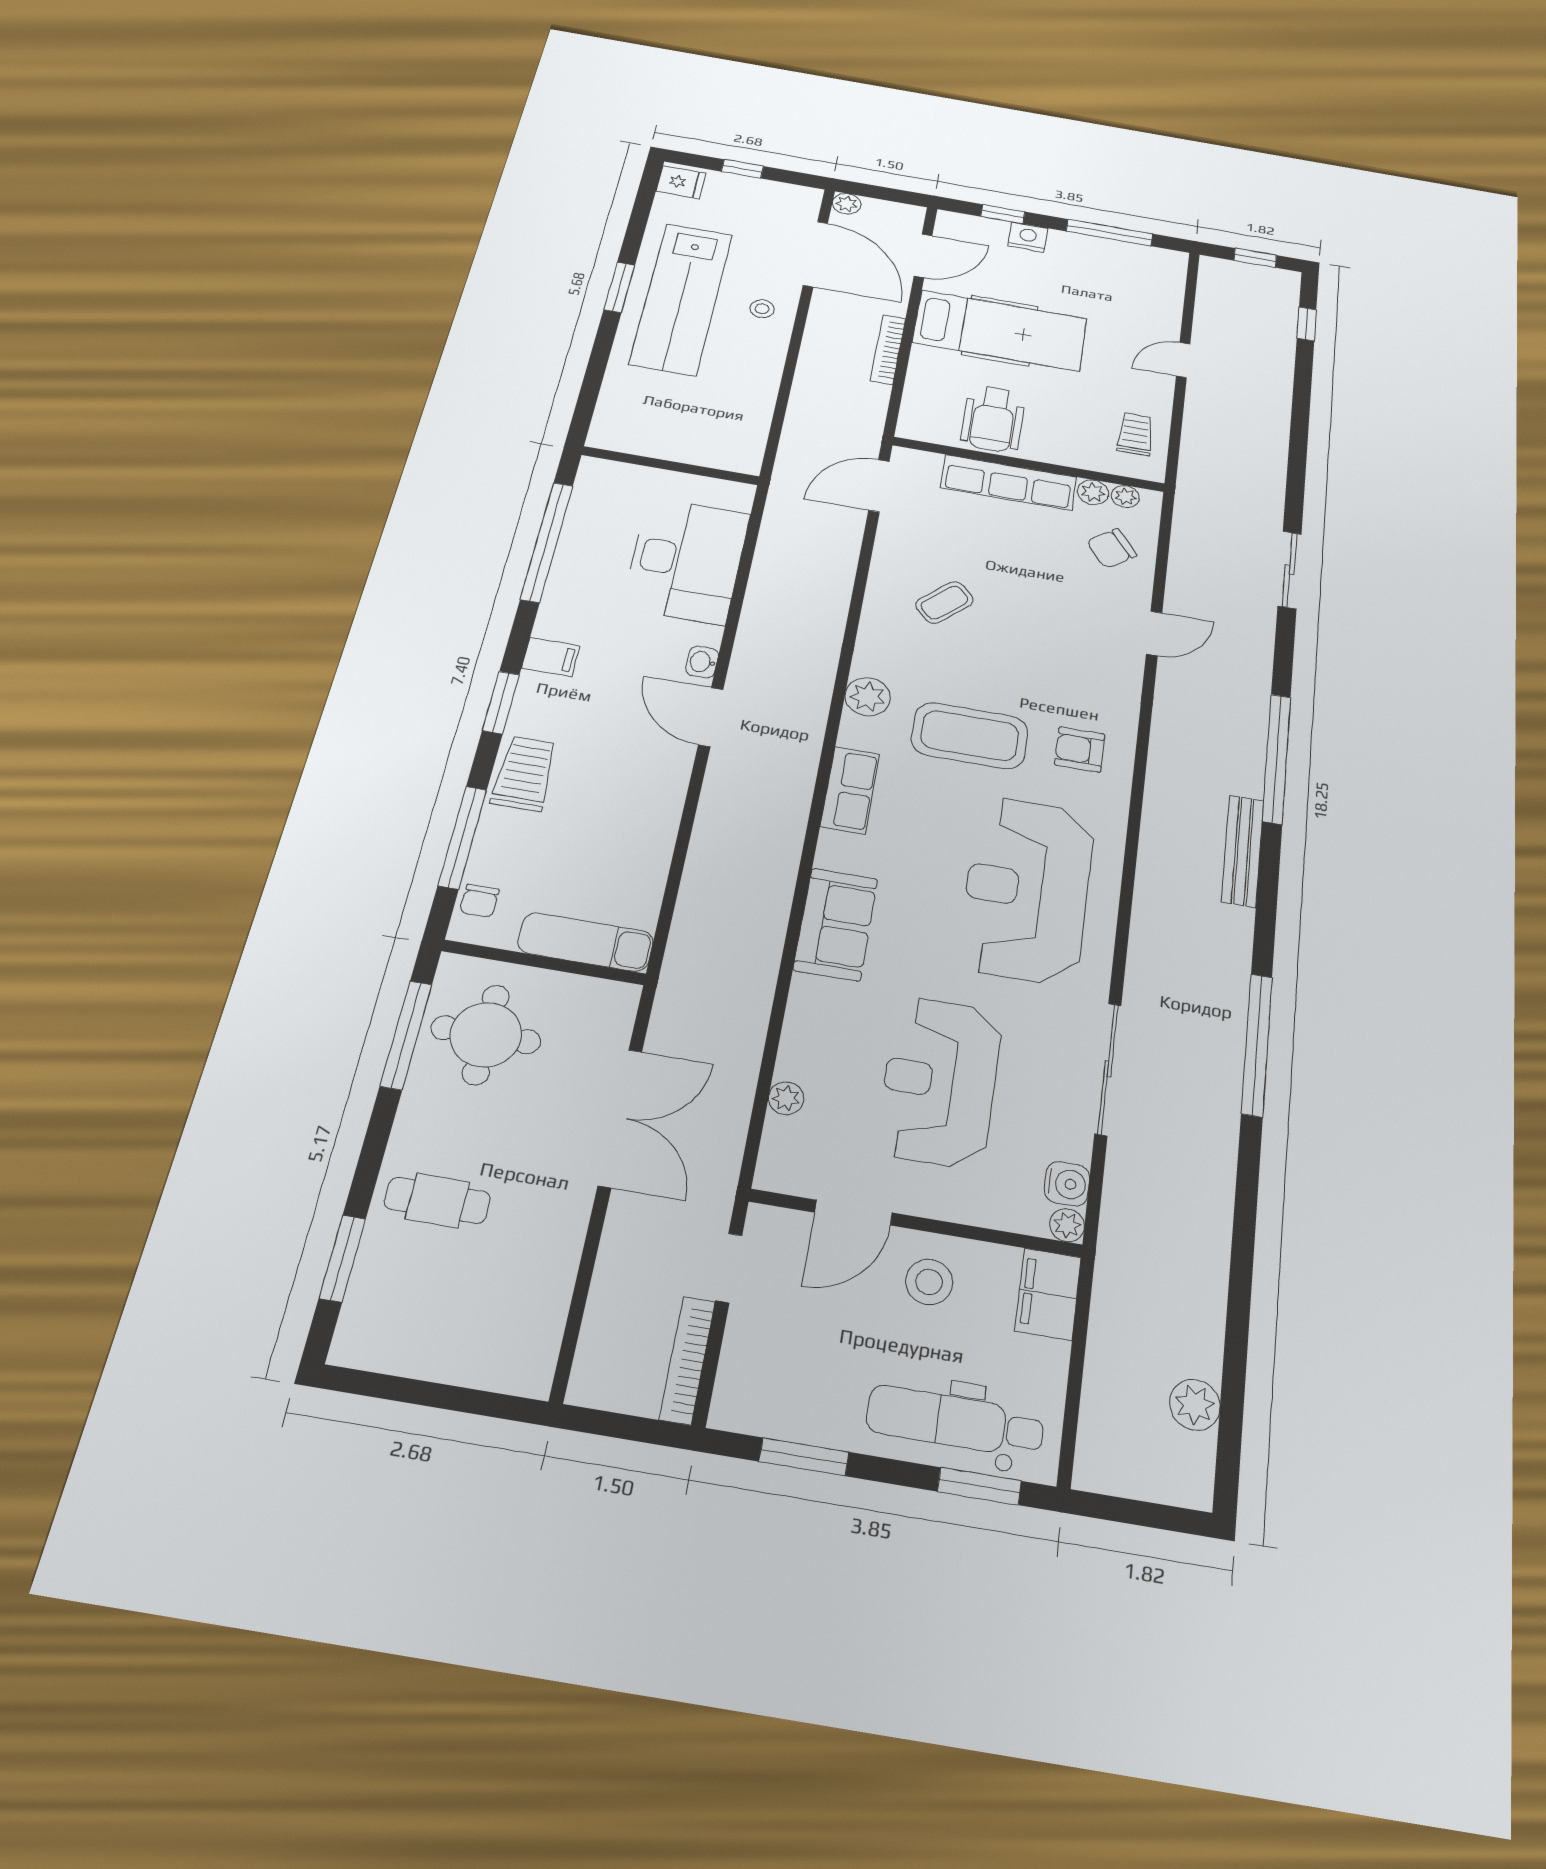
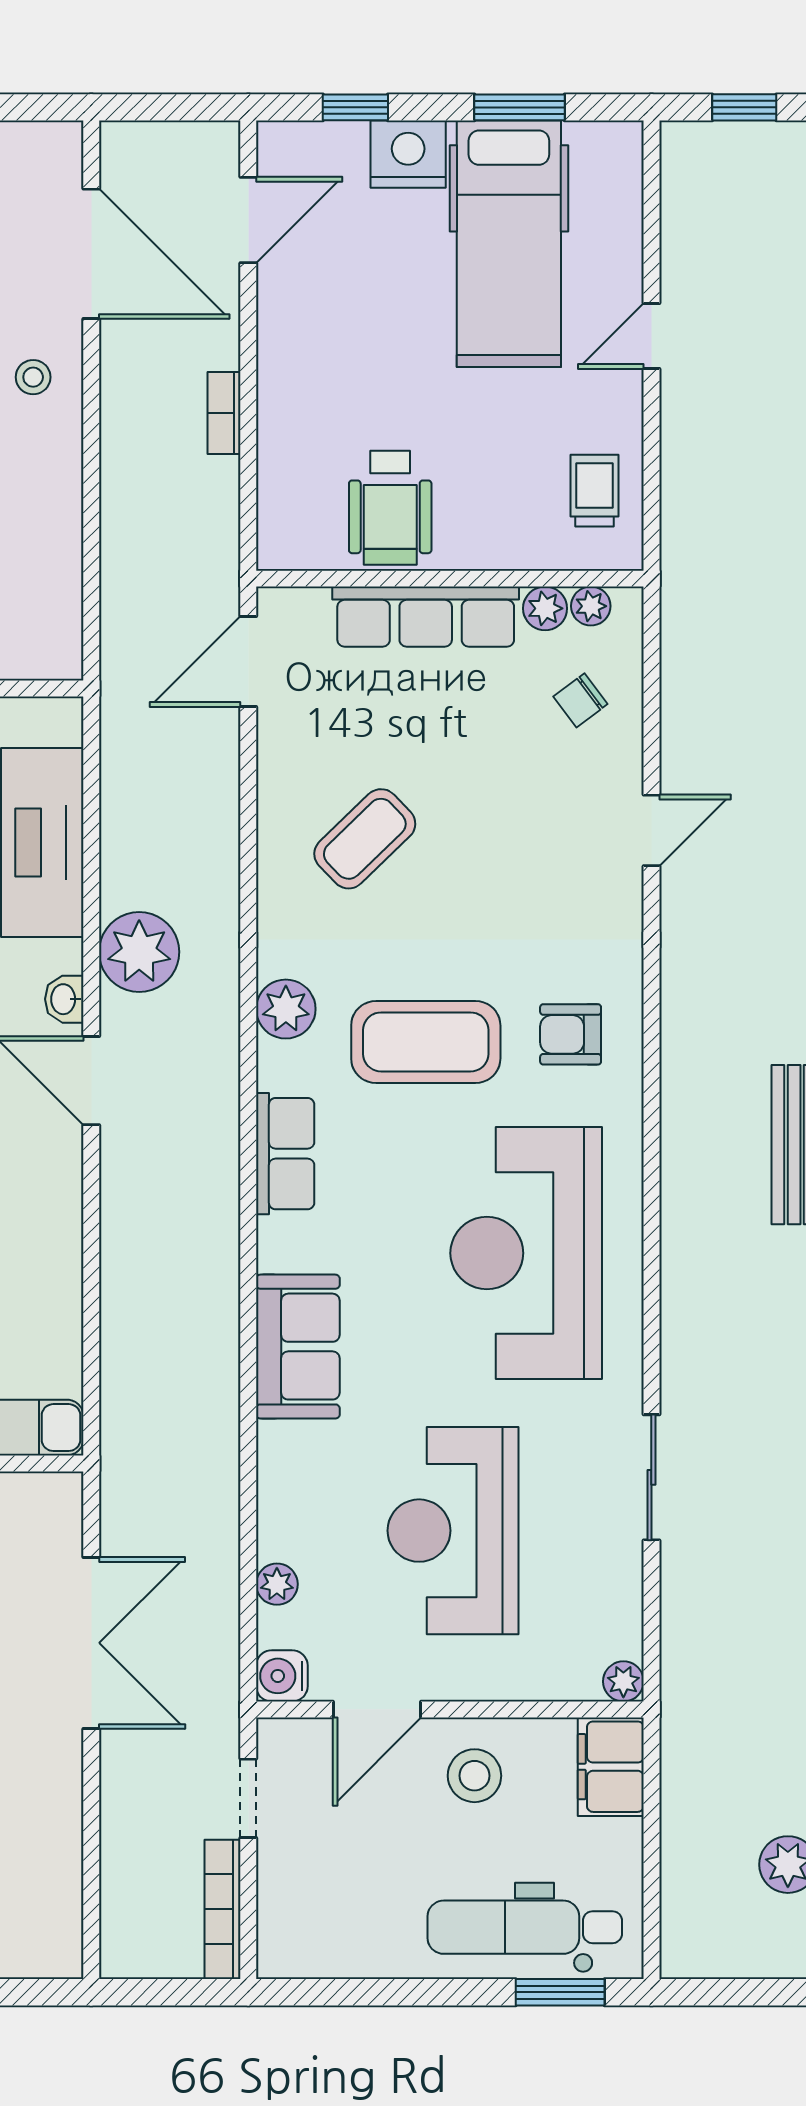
plant: (847, 204) -> (139, 952), moved, width x1.87, depth x1.87
window: (1109, 233) -> (519, 107), width x0.69
nightstand: (1028, 237) -> (408, 154), width x1.36, depth x1.33
hospital bed: (1000, 330) -> (509, 244), moved, turned 90
bookcase: (888, 349) -> (224, 413), width x0.64
chair: (1112, 548) -> (580, 700), width x0.73, depth x0.73
coffee table: (944, 602) -> (365, 839), width x1.36, depth x1.30
sliding door: (1108, 1069) -> (651, 1477), width x0.73
water cooler: (1067, 1184) -> (282, 1676), moved, turned 180
window: (804, 1457) -> (367, 1992), removed

